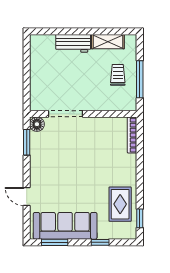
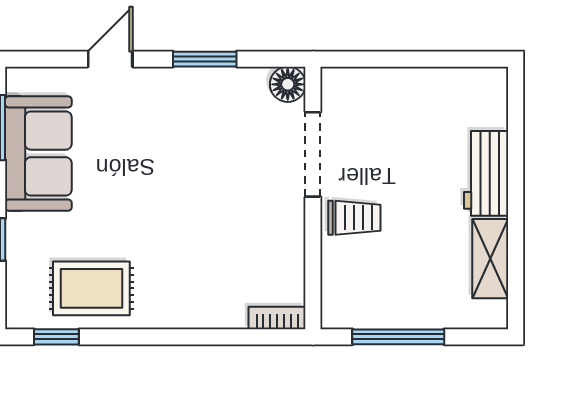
trolley: (118, 75) -> (354, 218), moved
bookcase: (132, 135) -> (277, 318), width x0.64
window: (27, 142) -> (205, 59), moved
sofa: (65, 226) -> (38, 153), width x0.73

